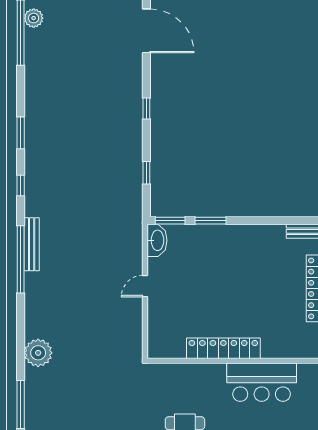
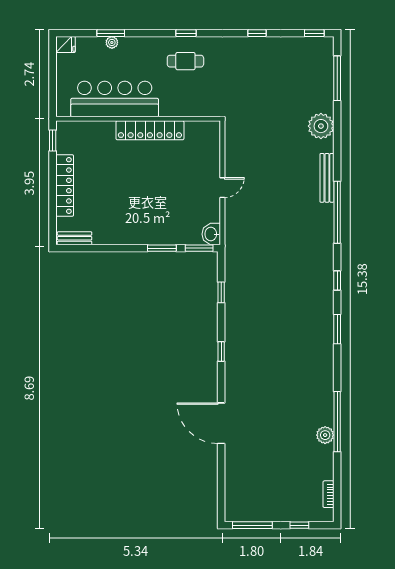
washbasin: (157, 240) -> (211, 234), width x0.72
bench: (32, 244) -> (327, 178), moved
bar counter: (262, 382) -> (115, 99), width x1.36

